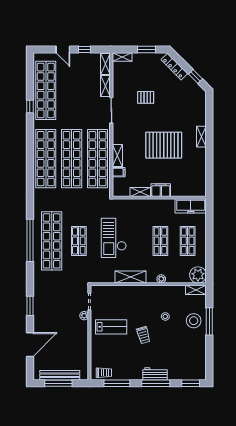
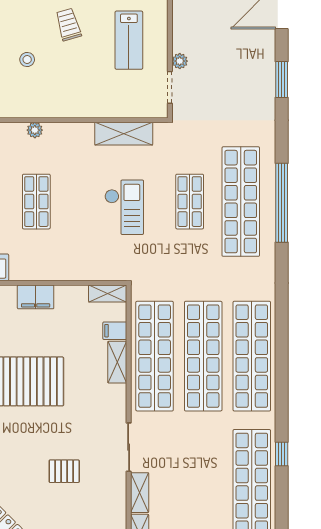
shelving: (140, 192) -> (108, 293), moved
checkout: (114, 238) -> (124, 207), width x0.73, depth x0.83
shelving: (131, 277) -> (124, 134), moved
lab bench: (111, 327) -> (129, 40), turned -90

